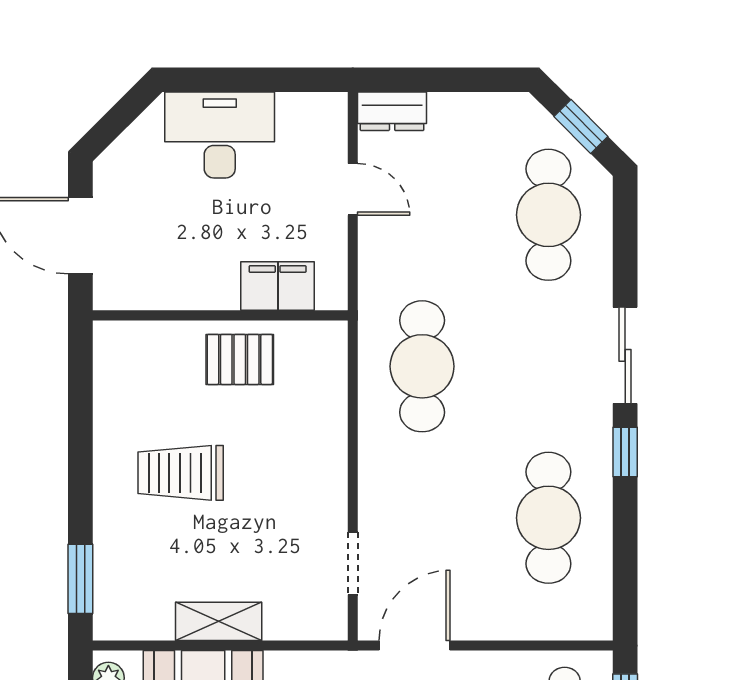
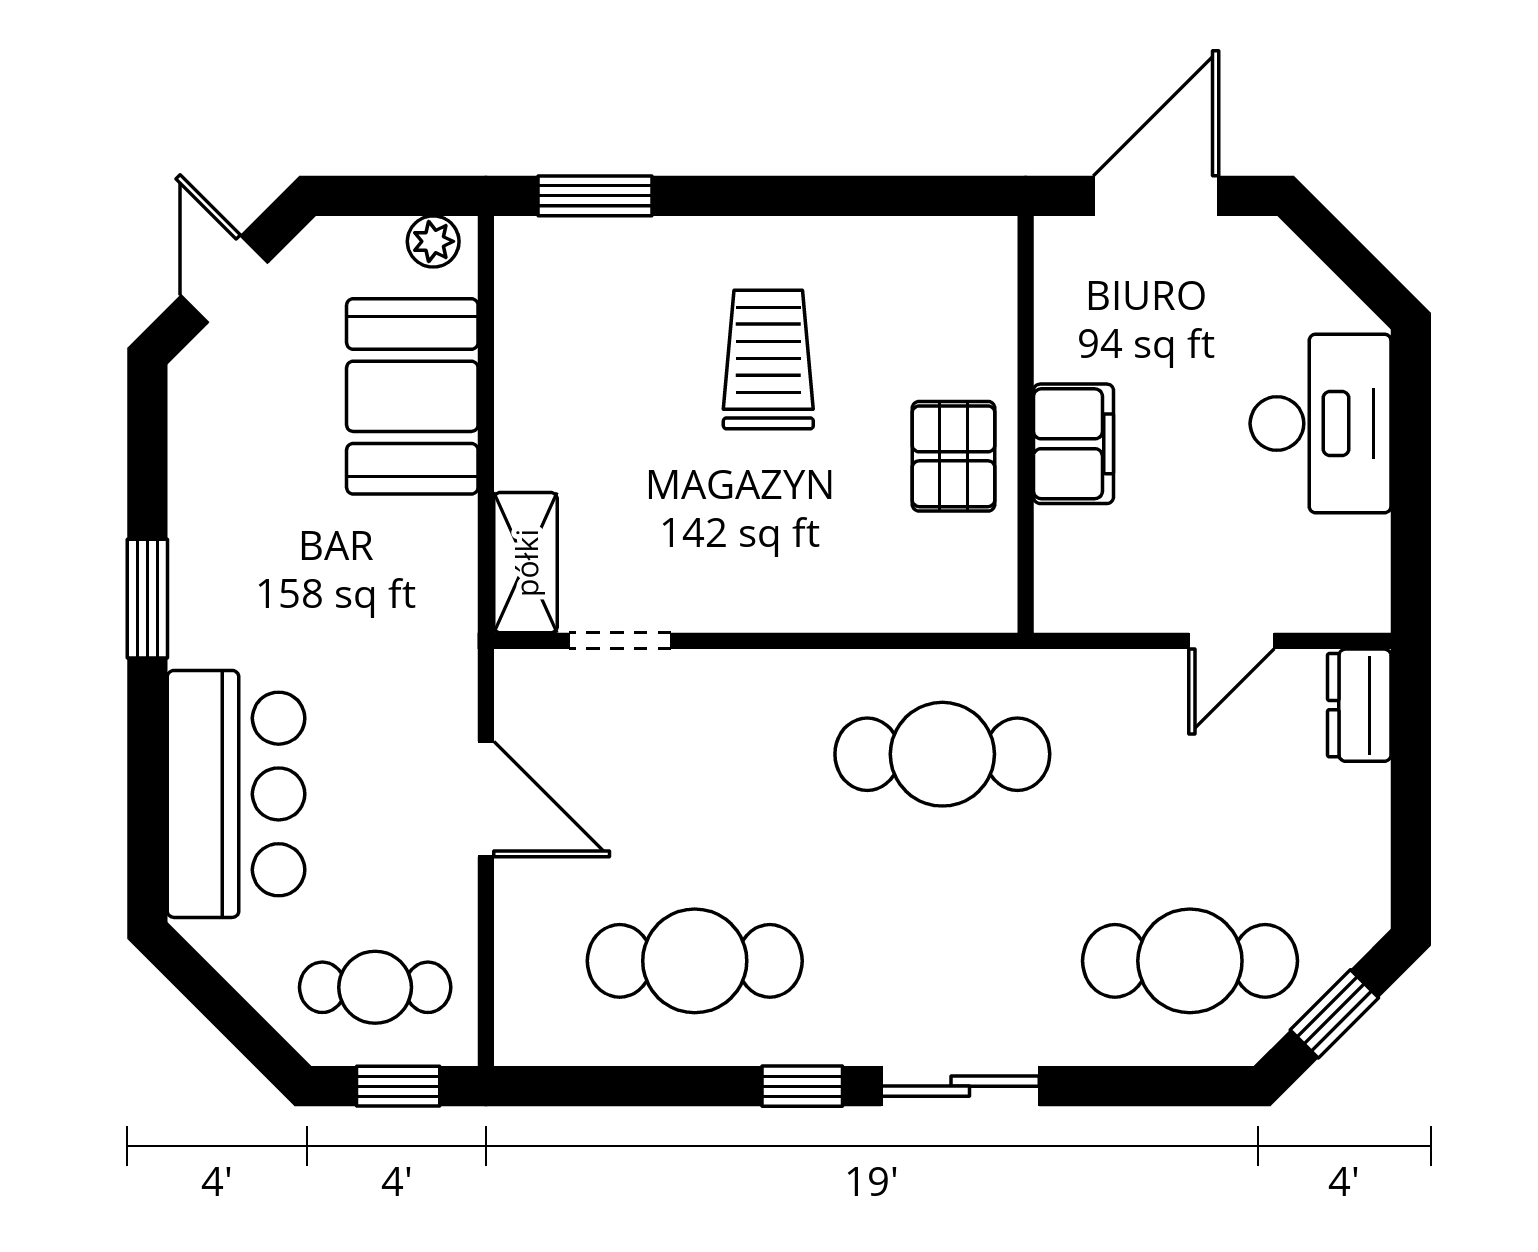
filing cabinet: (278, 286) -> (1074, 444), moved
shelving: (219, 621) -> (526, 563), moved
door: (415, 646) -> (486, 799), moved

